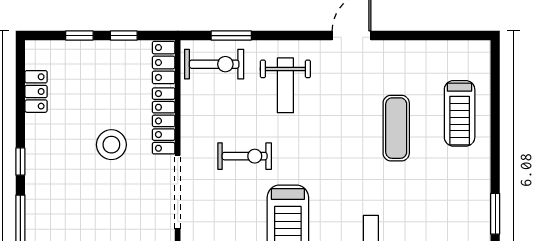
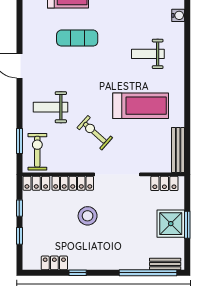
weight bench: (285, 85) -> (51, 107), turned 180
exercise bike: (245, 156) -> (95, 133), turned -48
window: (20, 162) -> (78, 273), moved

